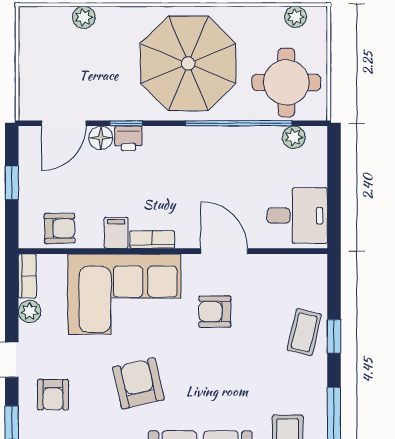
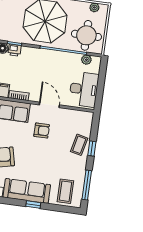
desk: (297, 216) -> (84, 89), width x1.37
armchair: (215, 312) -> (42, 131), turned 180

